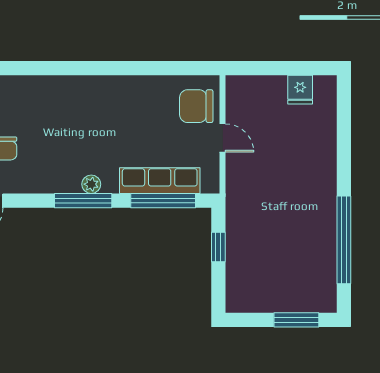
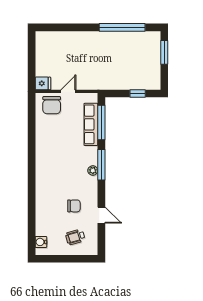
fridge: (300, 90) -> (43, 83), moved
plant: (91, 184) -> (93, 171), moved
window: (218, 247) -> (138, 94), moved

